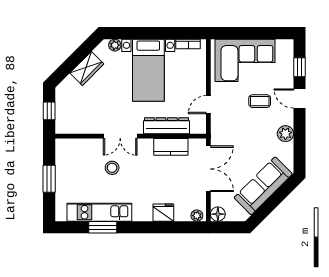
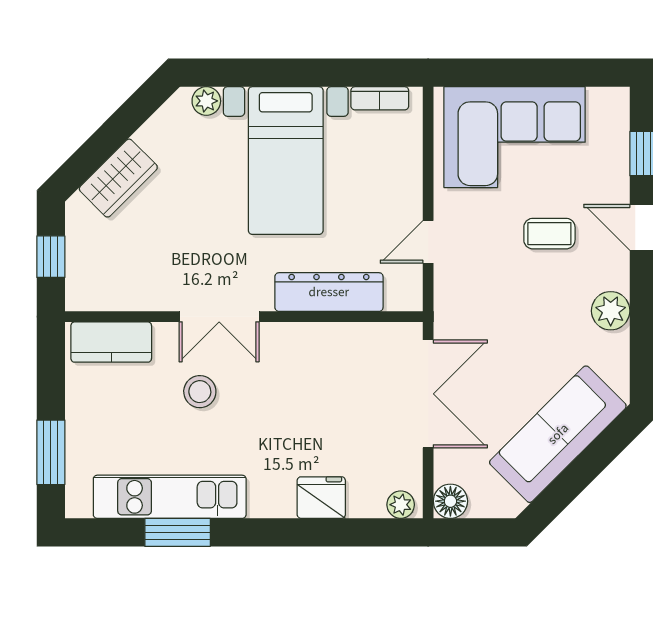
wardrobe: (87, 68) -> (118, 178), moved
kitchen counter: (171, 147) -> (111, 342), moved
window: (49, 179) -> (51, 452), moved

